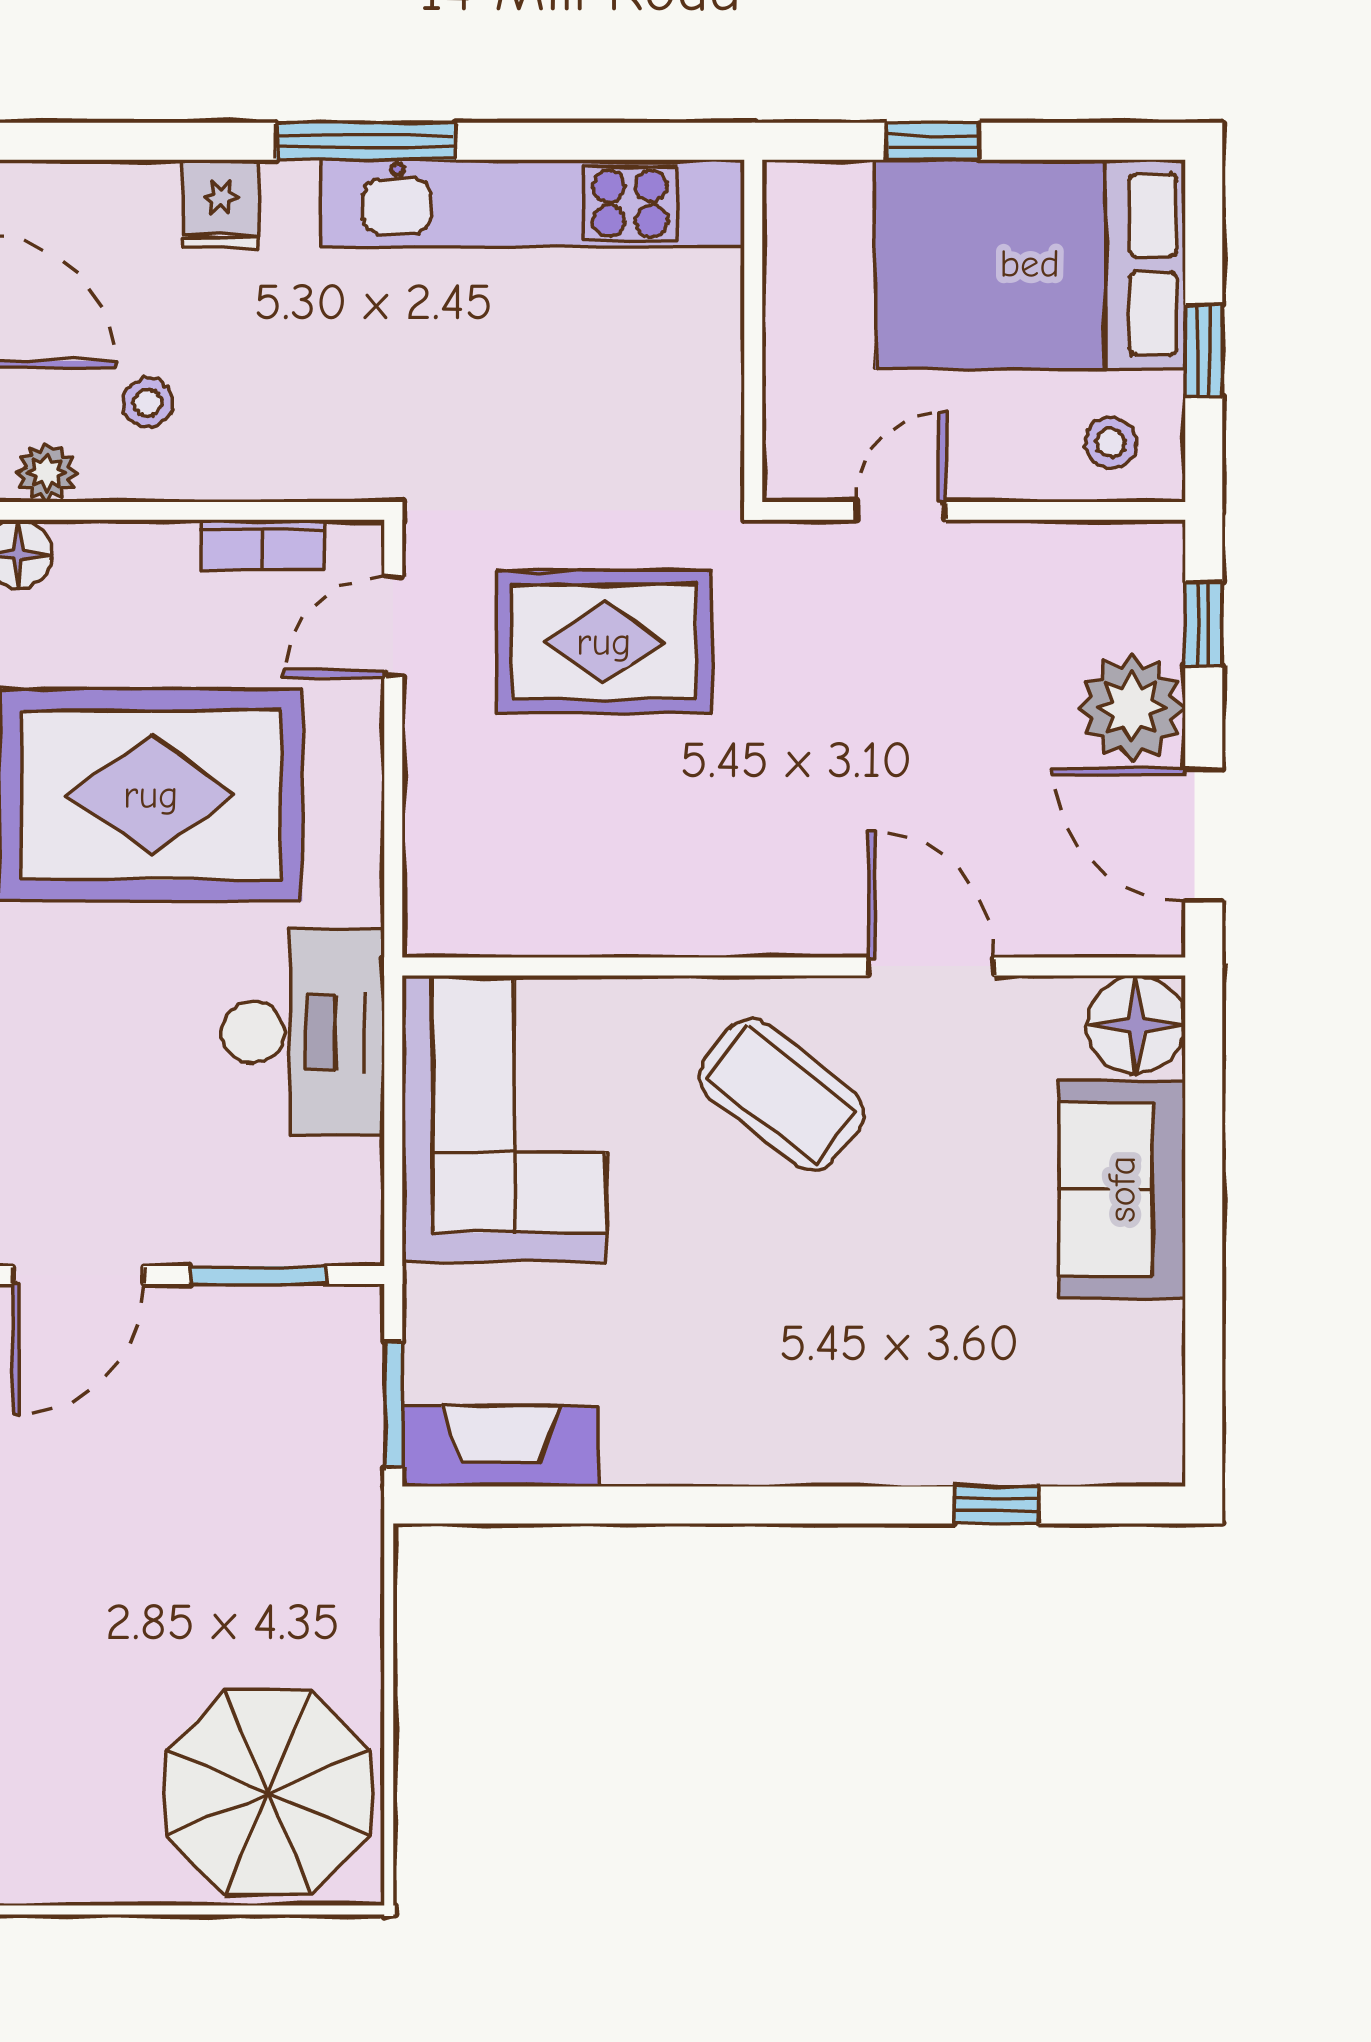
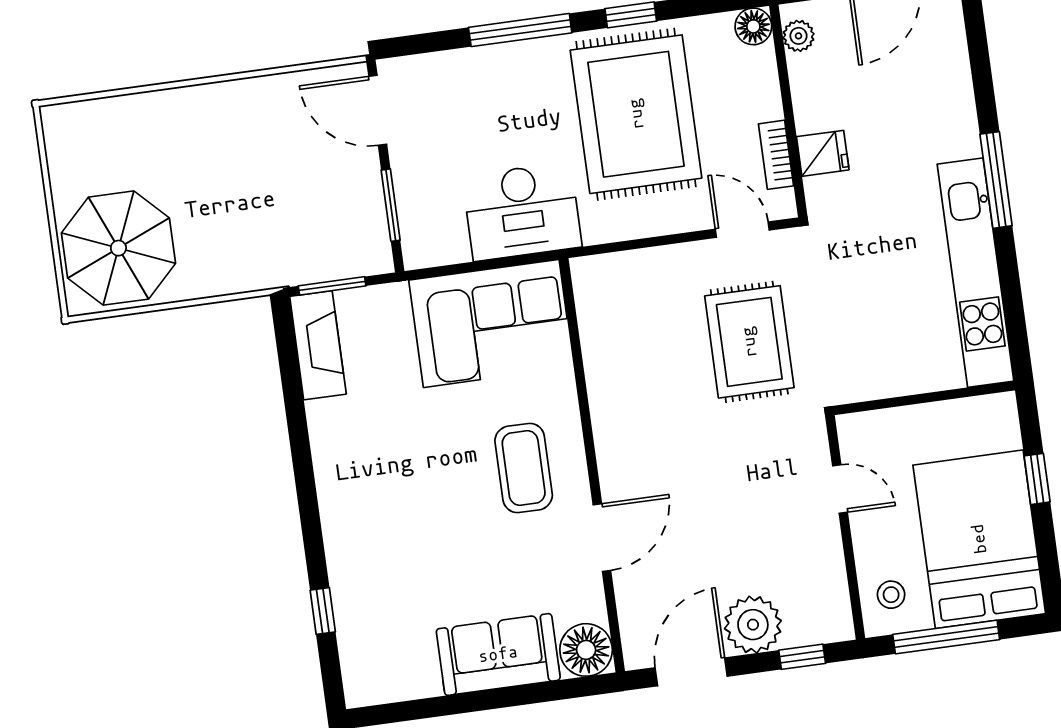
fridge: (221, 204) -> (823, 153), moved, turned 180
window: (1204, 351) -> (946, 637), width x2.17
stool: (148, 403) -> (843, 84), removed
coffee table: (781, 1095) -> (524, 468), turned -38

